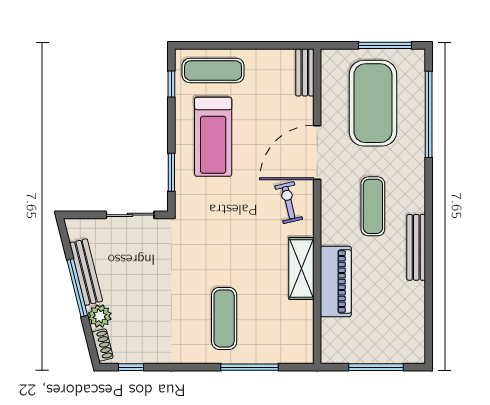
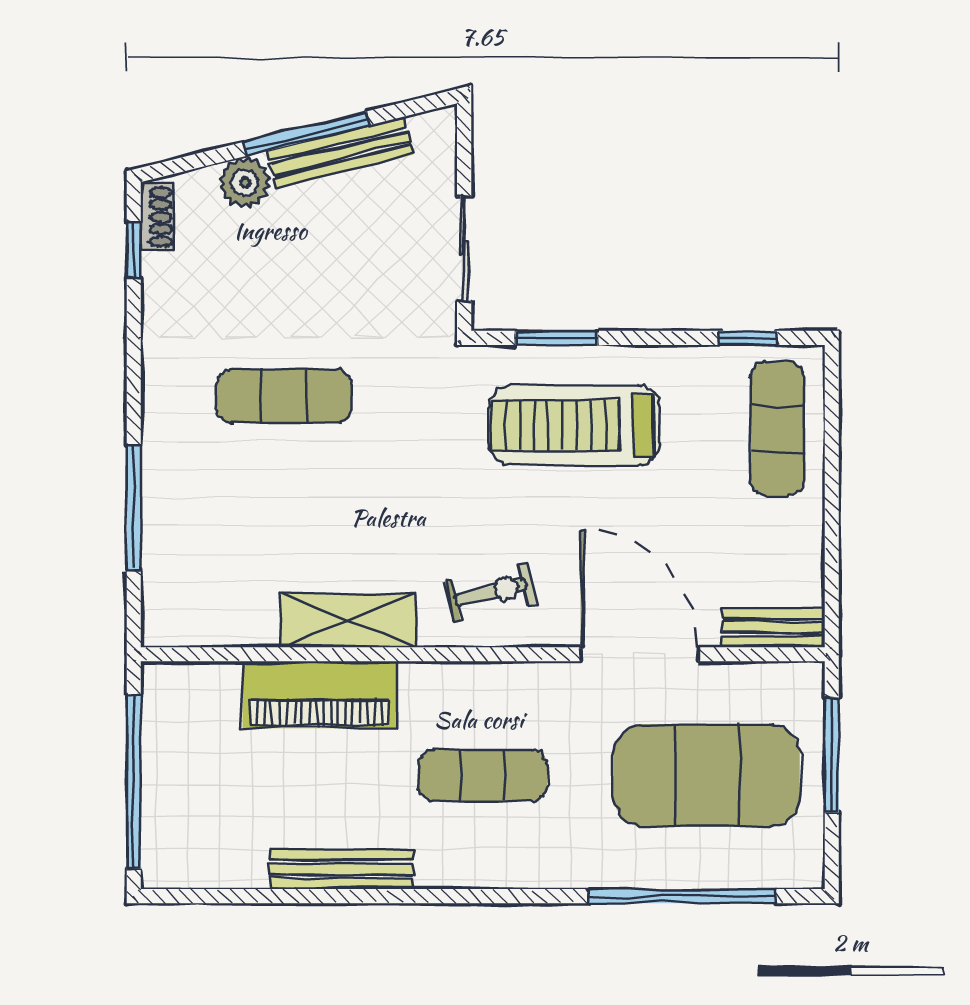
window: (385, 45) -> (832, 755), moved
treadmill: (213, 137) -> (574, 425), moved
door: (317, 152) -> (640, 654), moved
bench: (416, 247) -> (342, 869), moved
exercise mat: (224, 318) -> (284, 396), moved
shoe rack: (102, 345) -> (157, 217), moved, turned -76
window: (376, 367) -> (134, 782), width x1.46

